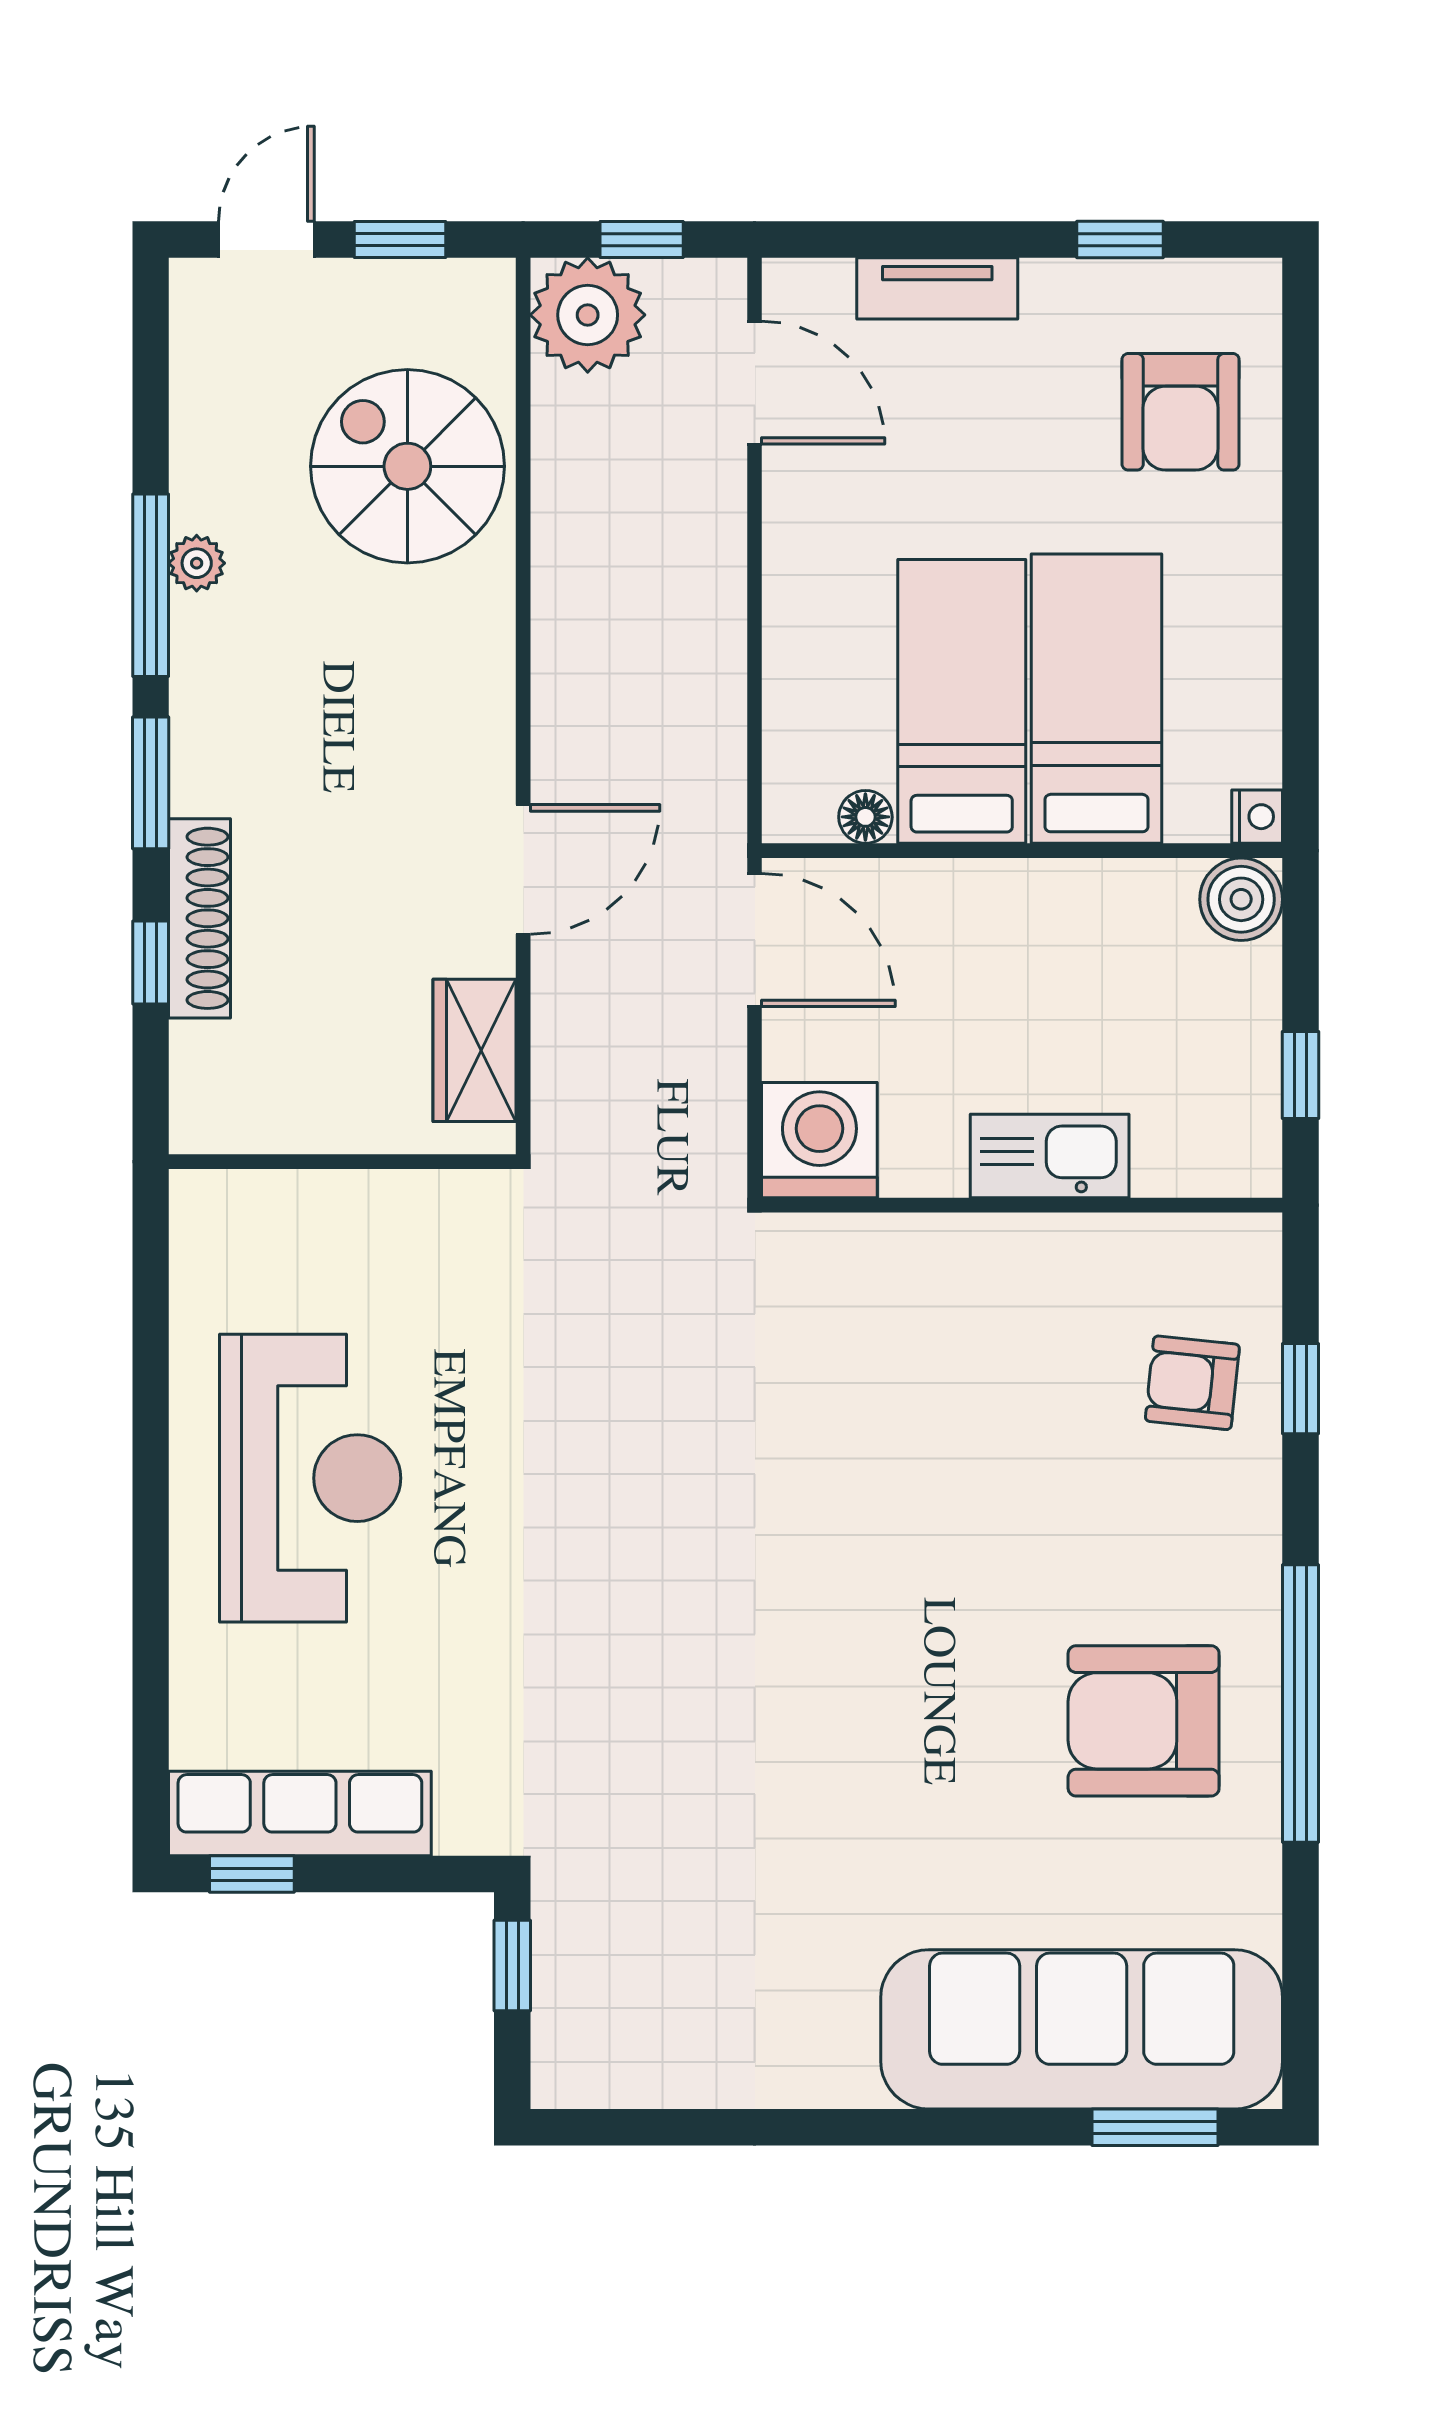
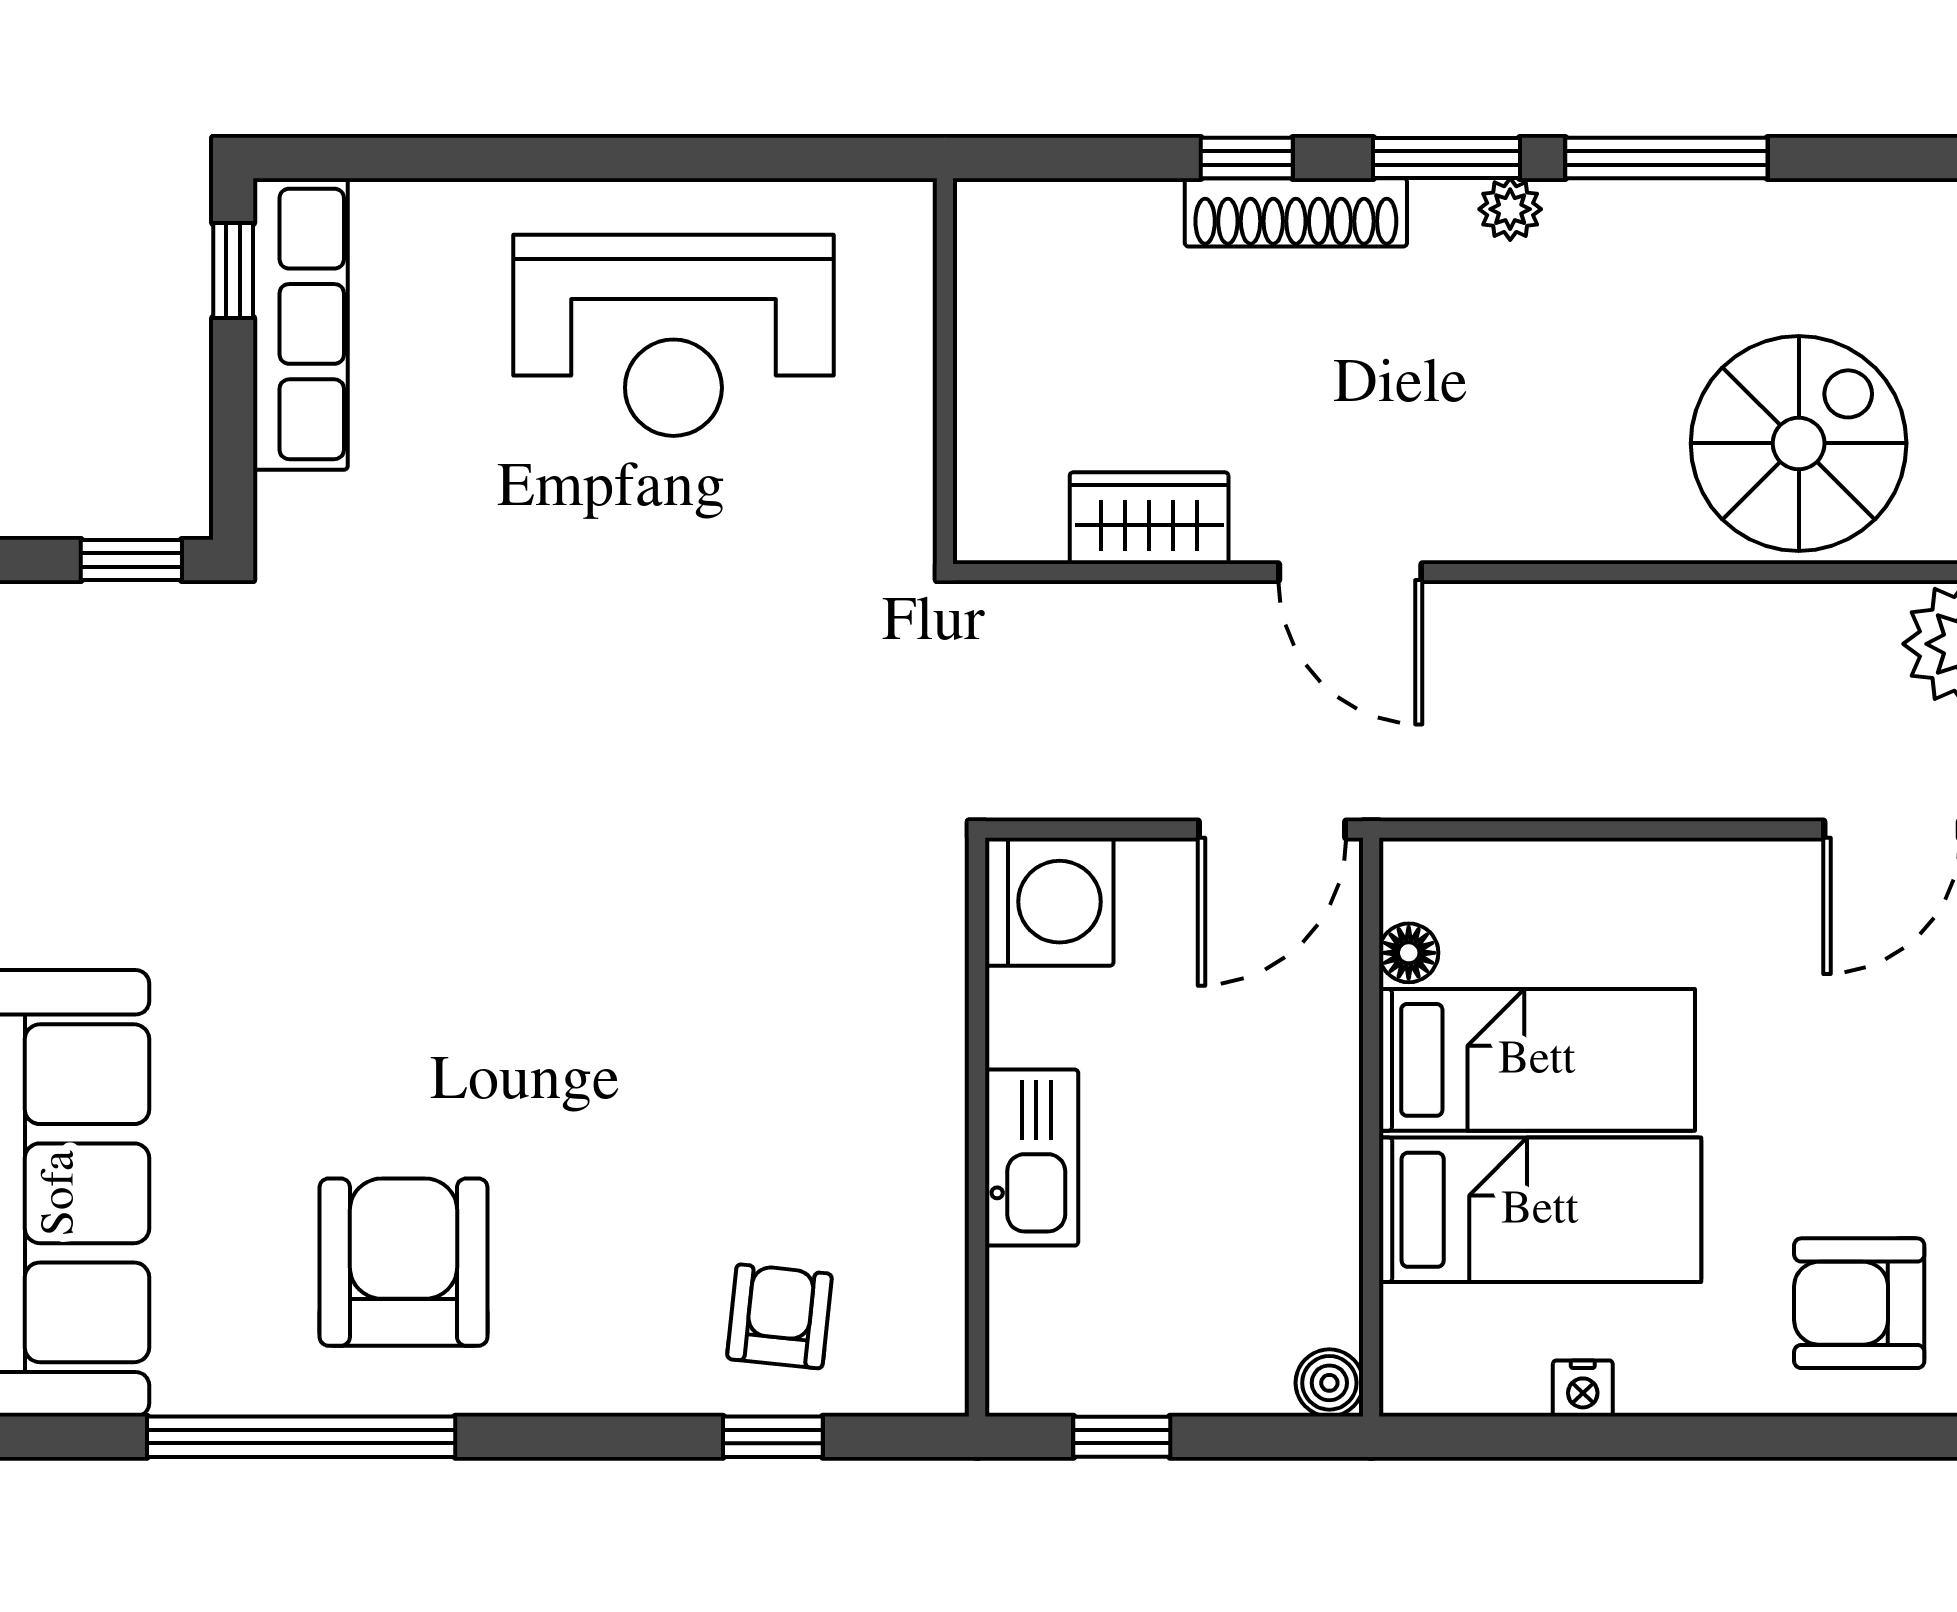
plant: (197, 563) -> (1510, 209), moved
nightstand: (1257, 817) -> (1583, 1388), moved
boiler: (1241, 899) -> (1329, 1383), width x0.73, depth x0.73
wall: (342, 1162) -> (945, 371), moved
window: (1301, 1703) -> (301, 1437), moved

